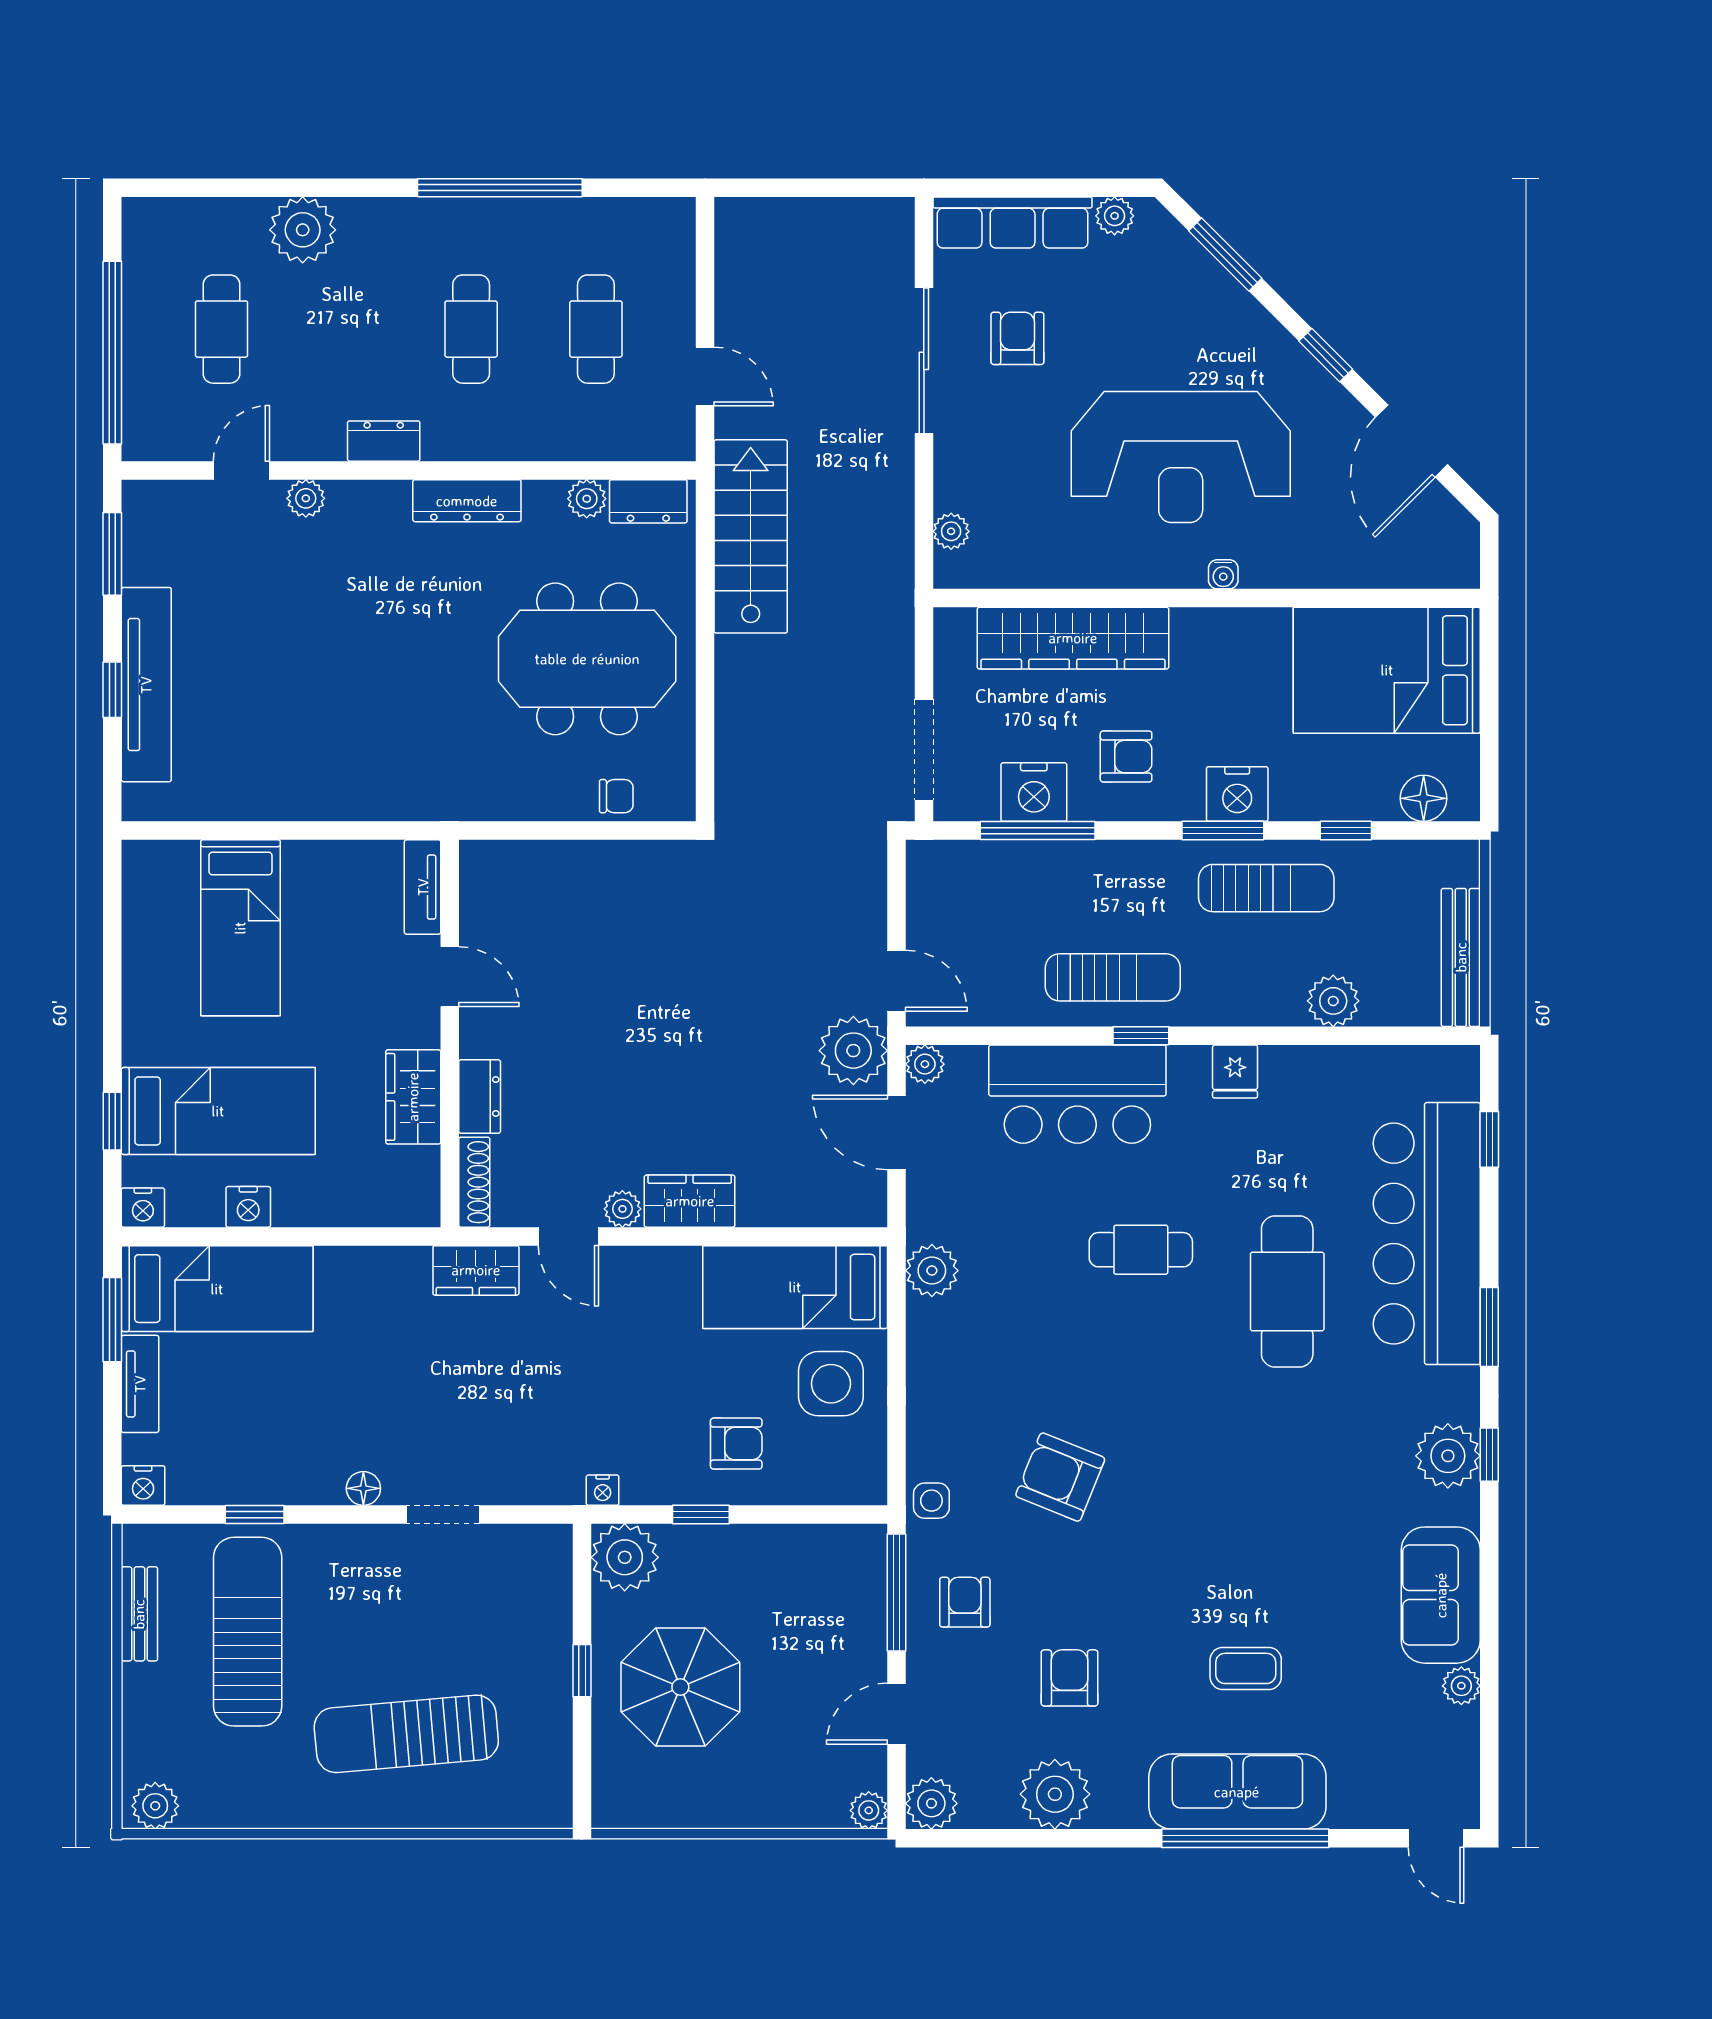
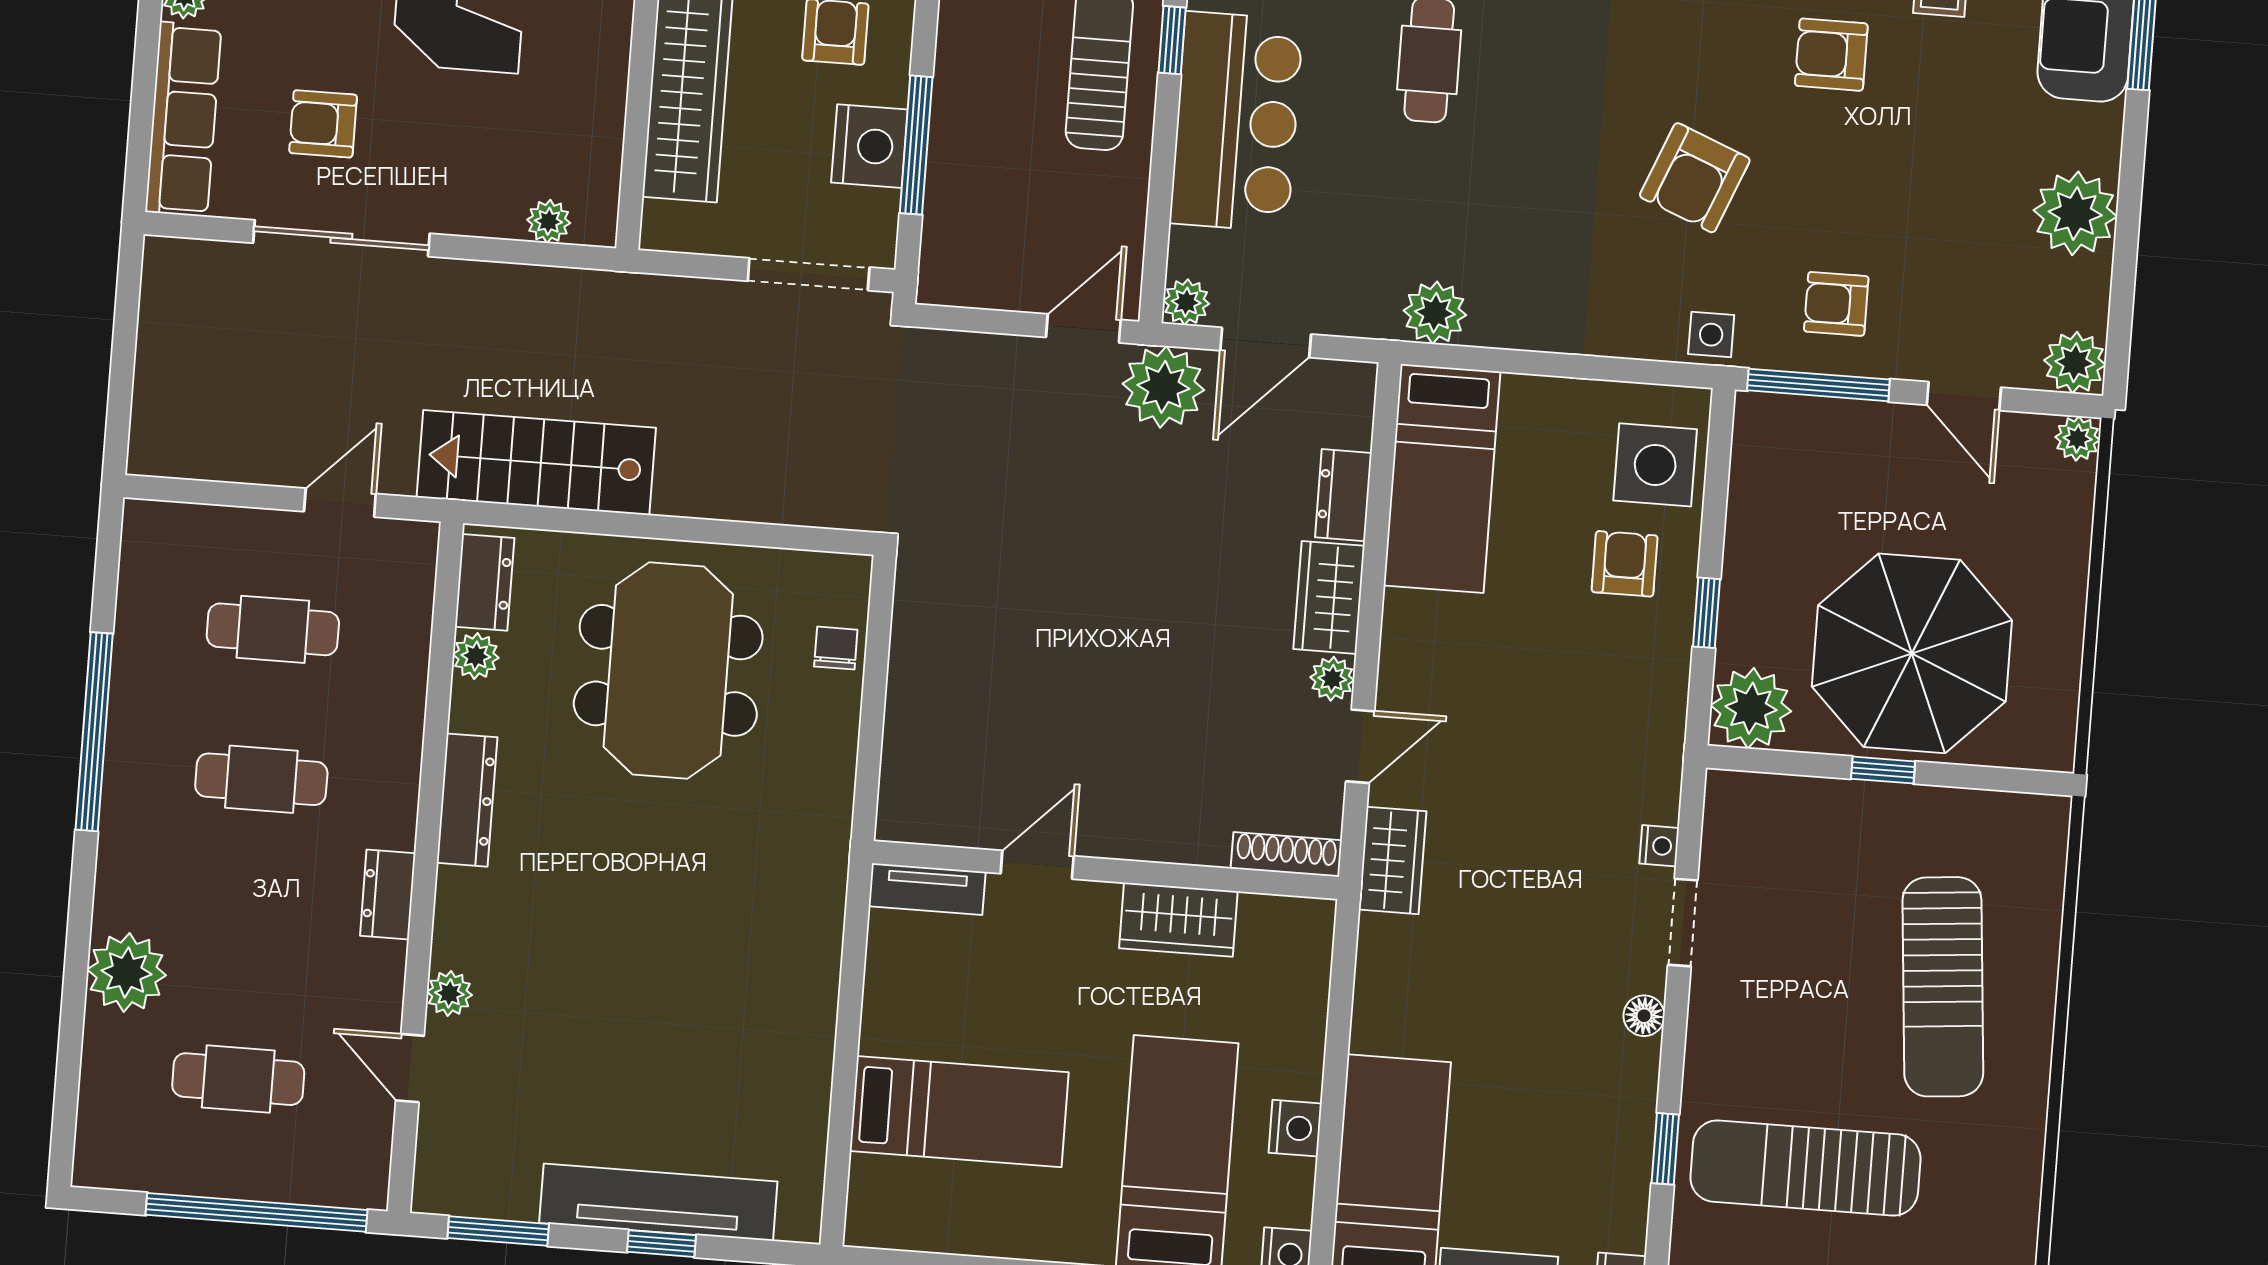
dresser: (480, 1097) -> (1343, 495), moved, turned -90
side table: (831, 1384) -> (1655, 465), moved
nightstand: (603, 1490) -> (1659, 846), moved
armchair: (1069, 1678) -> (1831, 55), moved
parasol: (680, 1687) -> (1912, 653), width x1.36, depth x1.36

